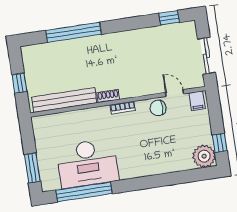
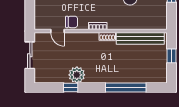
window: (169, 18) -> (71, 88), moved
plant: (141, 39) -> (77, 75), added
filing cabinet: (197, 101) -> (42, 23), removed

